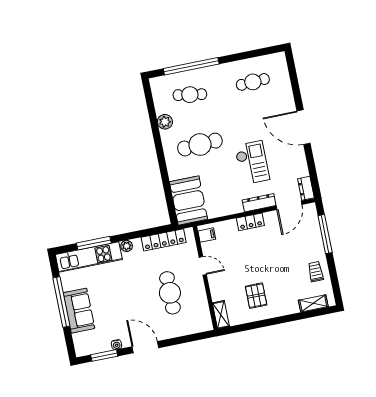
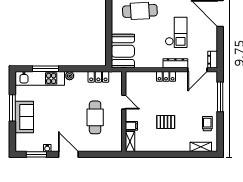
filing cabinet: (207, 235) -> (131, 126), moved
locker: (164, 240) -> (98, 77), width x0.66
pallet: (256, 296) -> (166, 122), moved, turned 90
window: (61, 302) -> (12, 108), width x0.68

